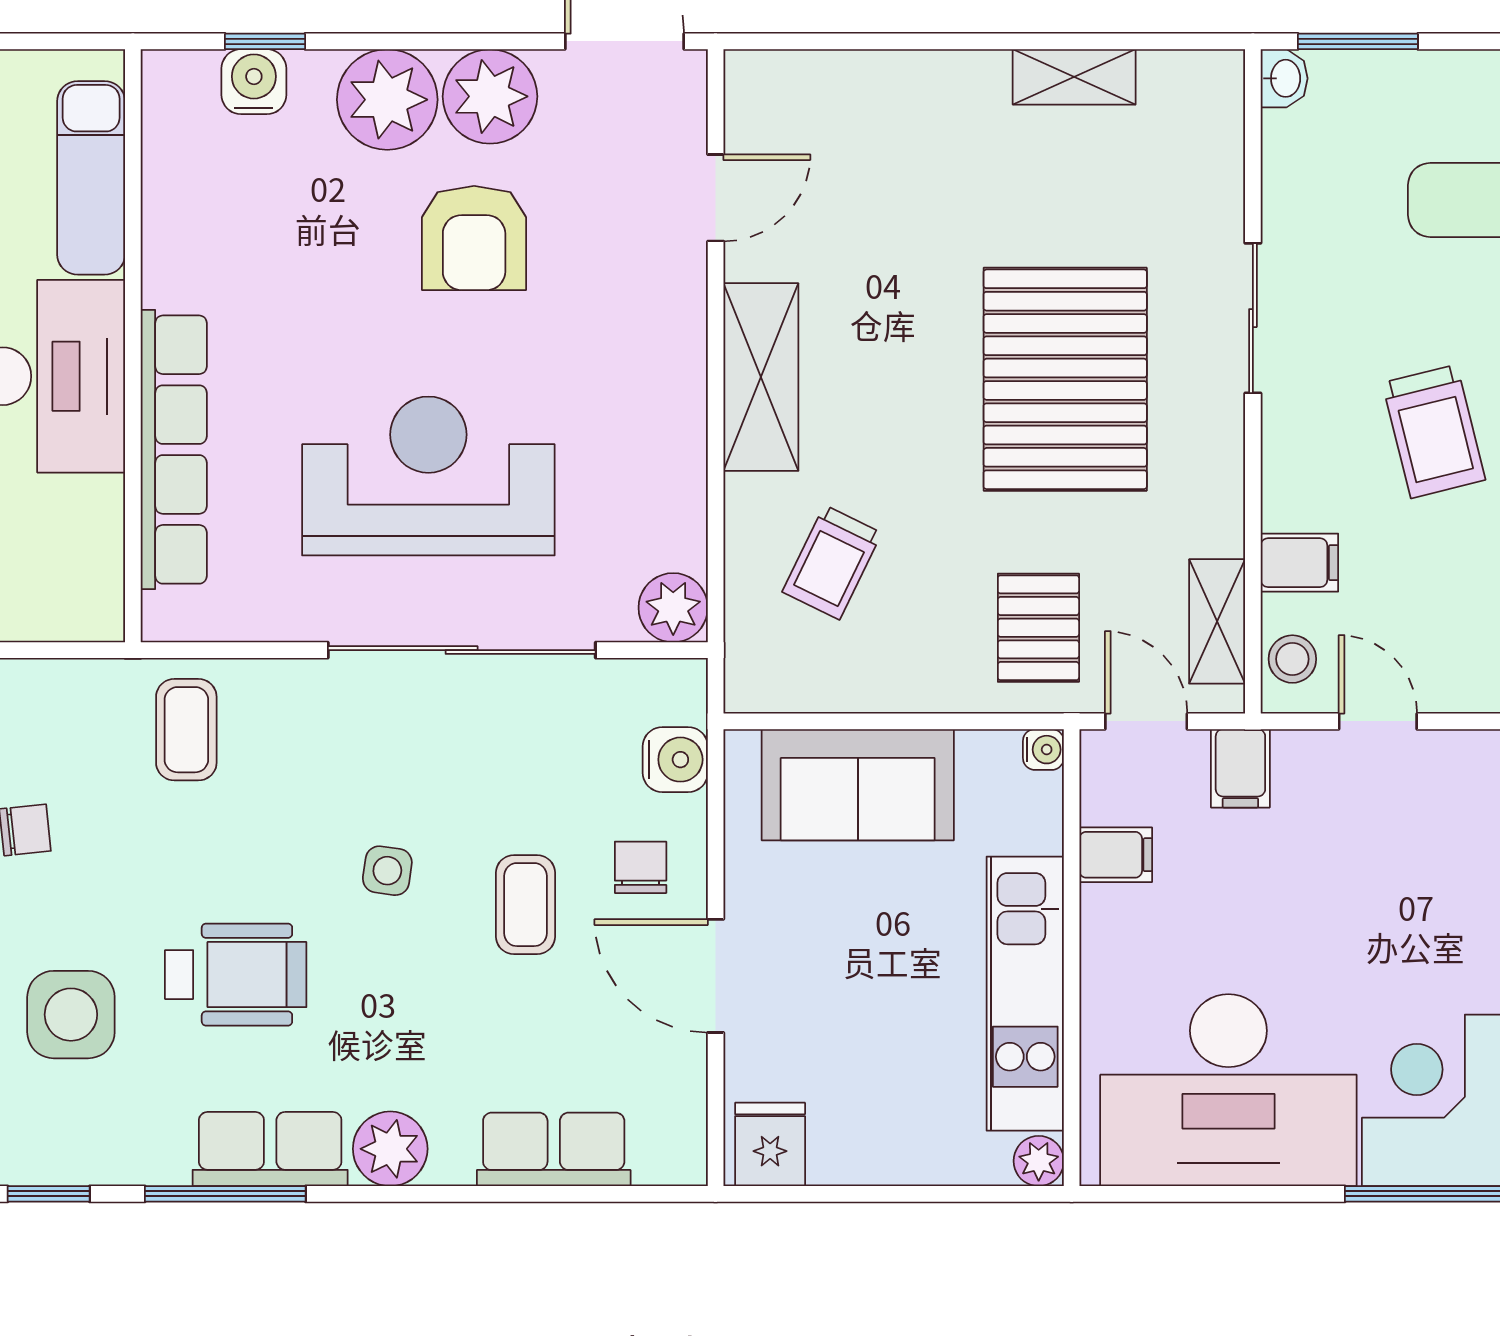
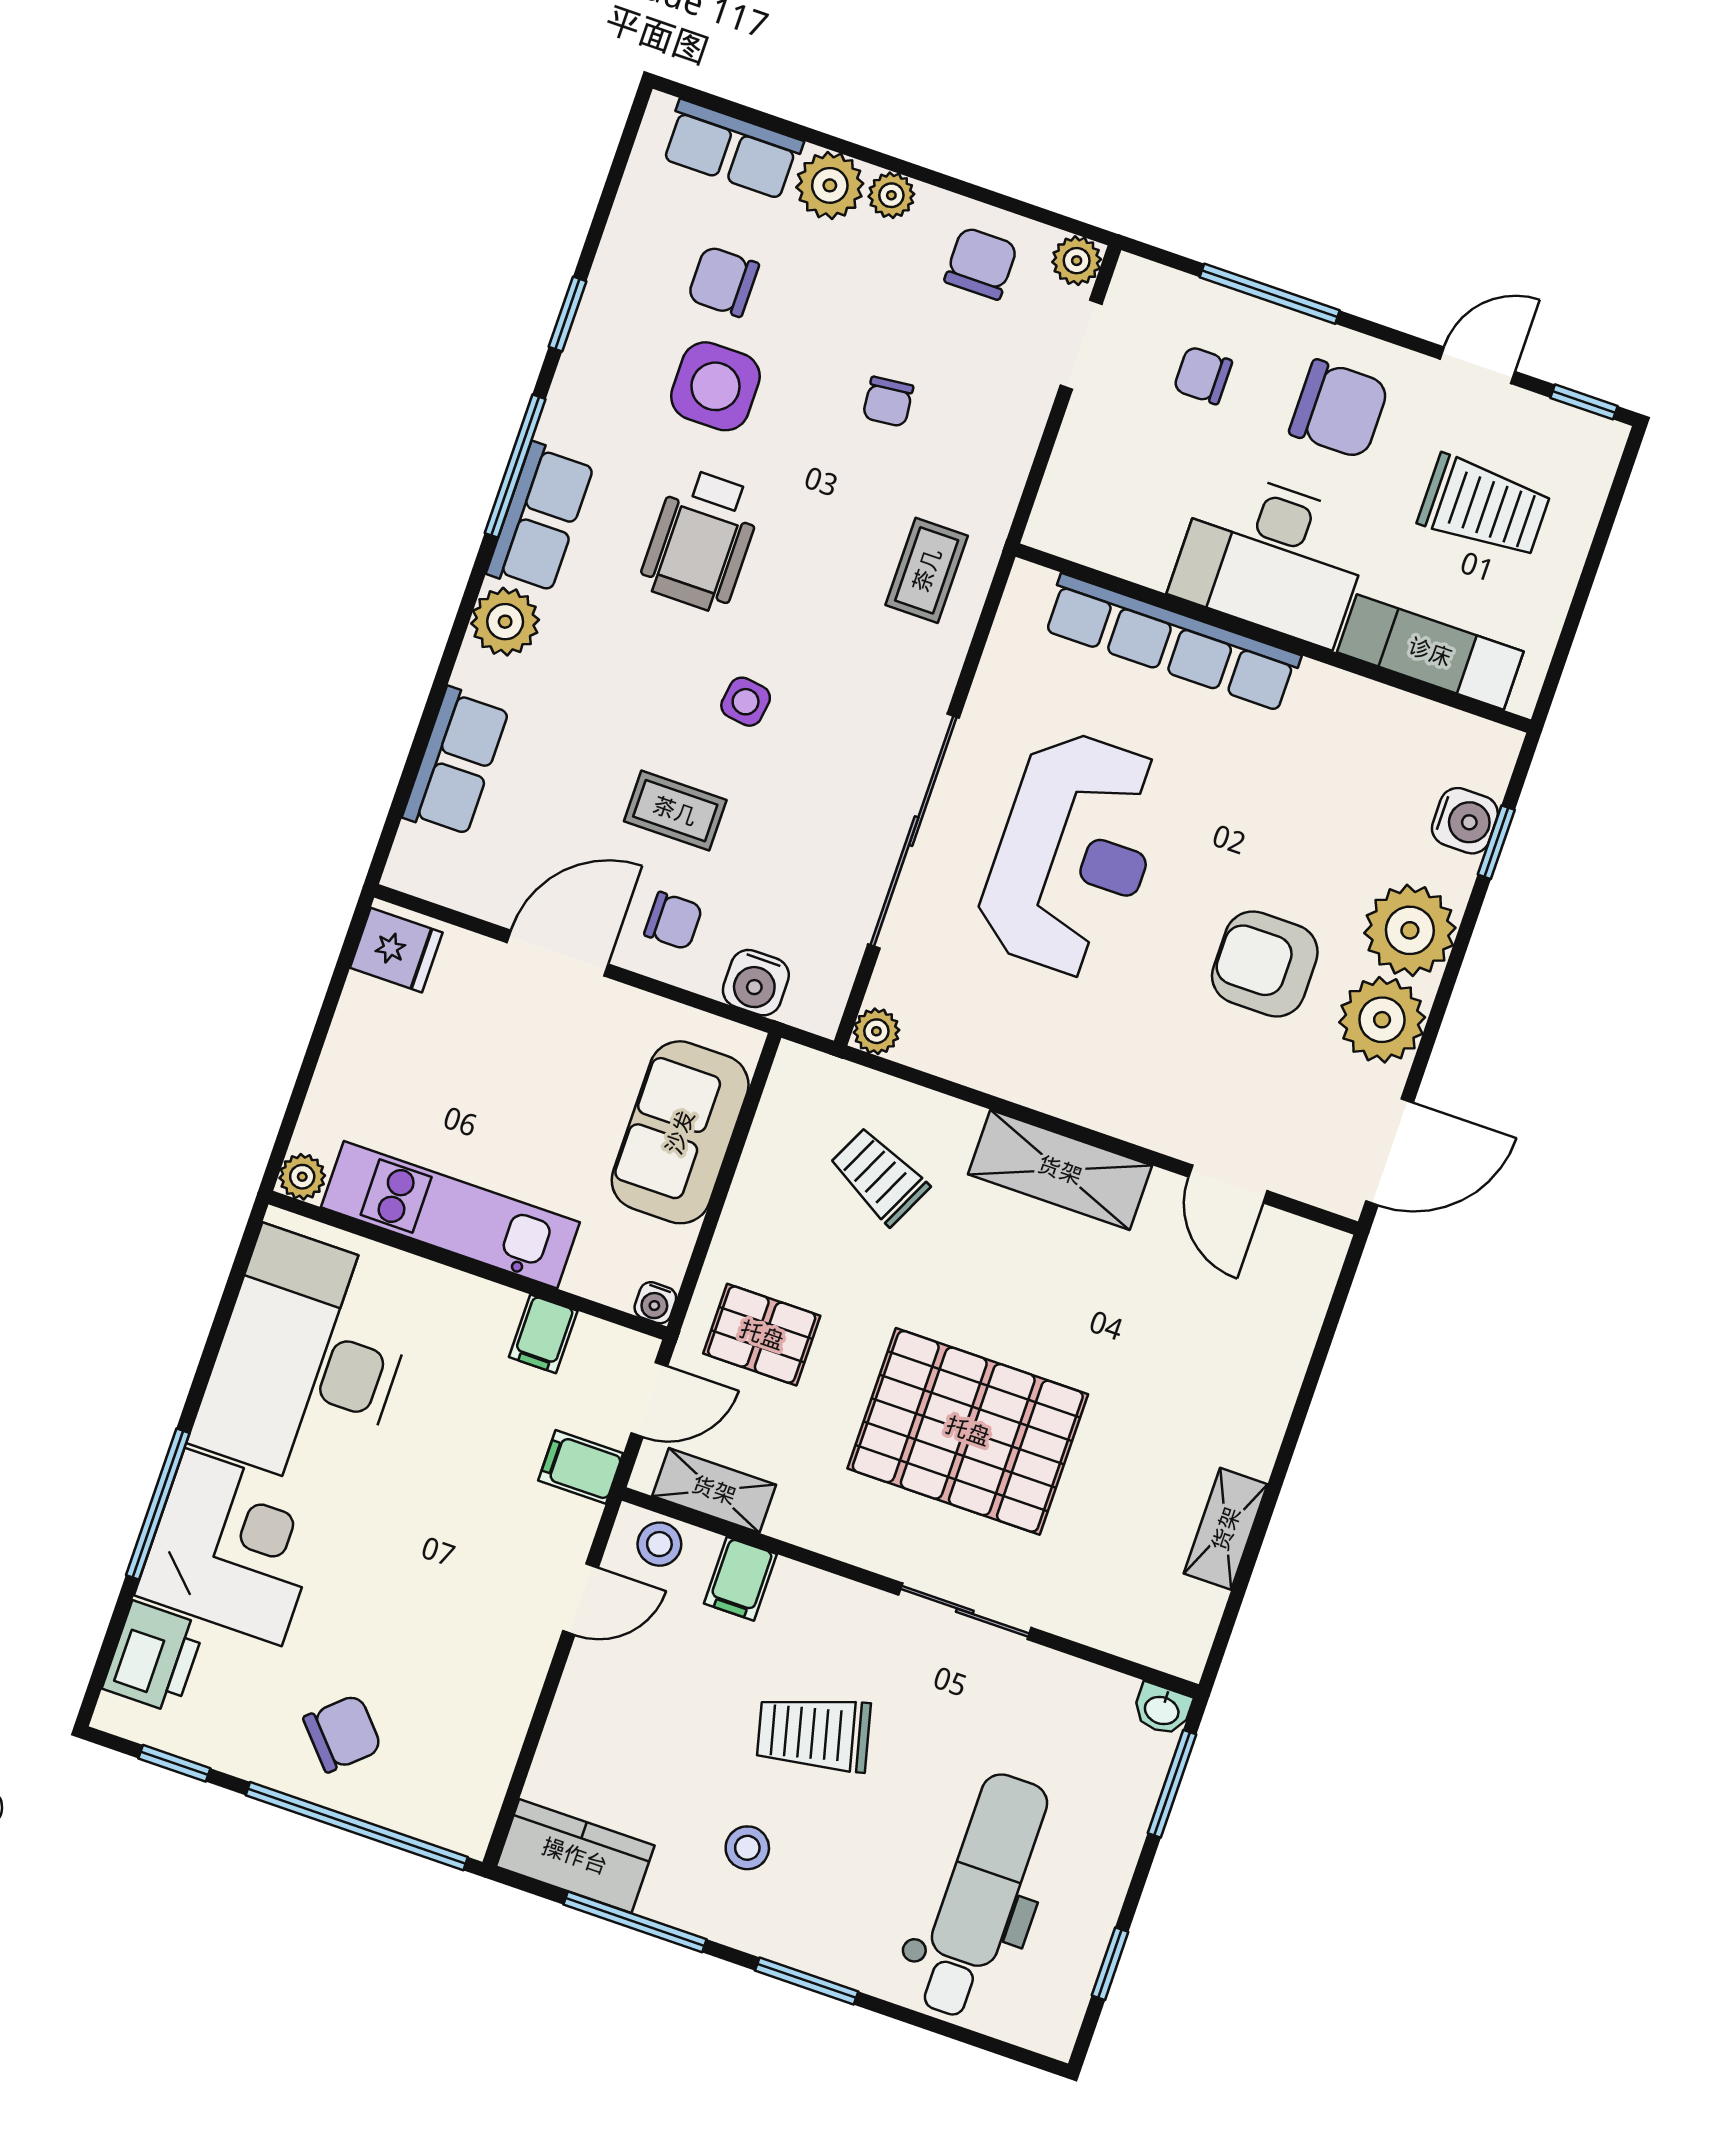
plant: (673, 608) -> (876, 1031), width x0.73, depth x0.73
coffee table: (186, 730) -> (927, 570), turned 90

